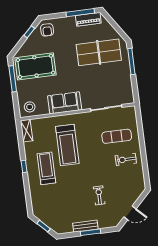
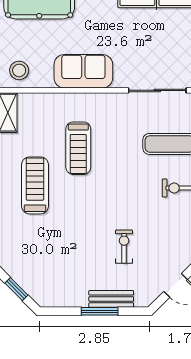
treadmill: (67, 145) -> (78, 148), width x0.73, depth x0.73
bench: (85, 226) -> (111, 299), moved

